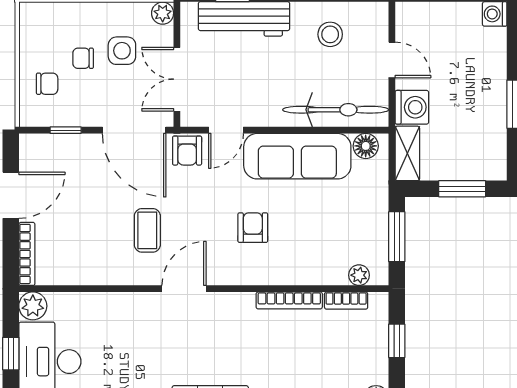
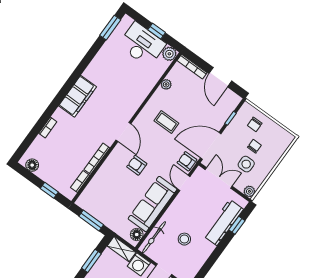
stool: (330, 34) -> (184, 239), moved
bicycle: (336, 110) -> (154, 237), width x0.73, depth x0.71
armchair: (253, 228) -> (137, 165), turned 180
plant: (359, 275) -> (166, 84), moved
door: (184, 289) -> (123, 132), moved

